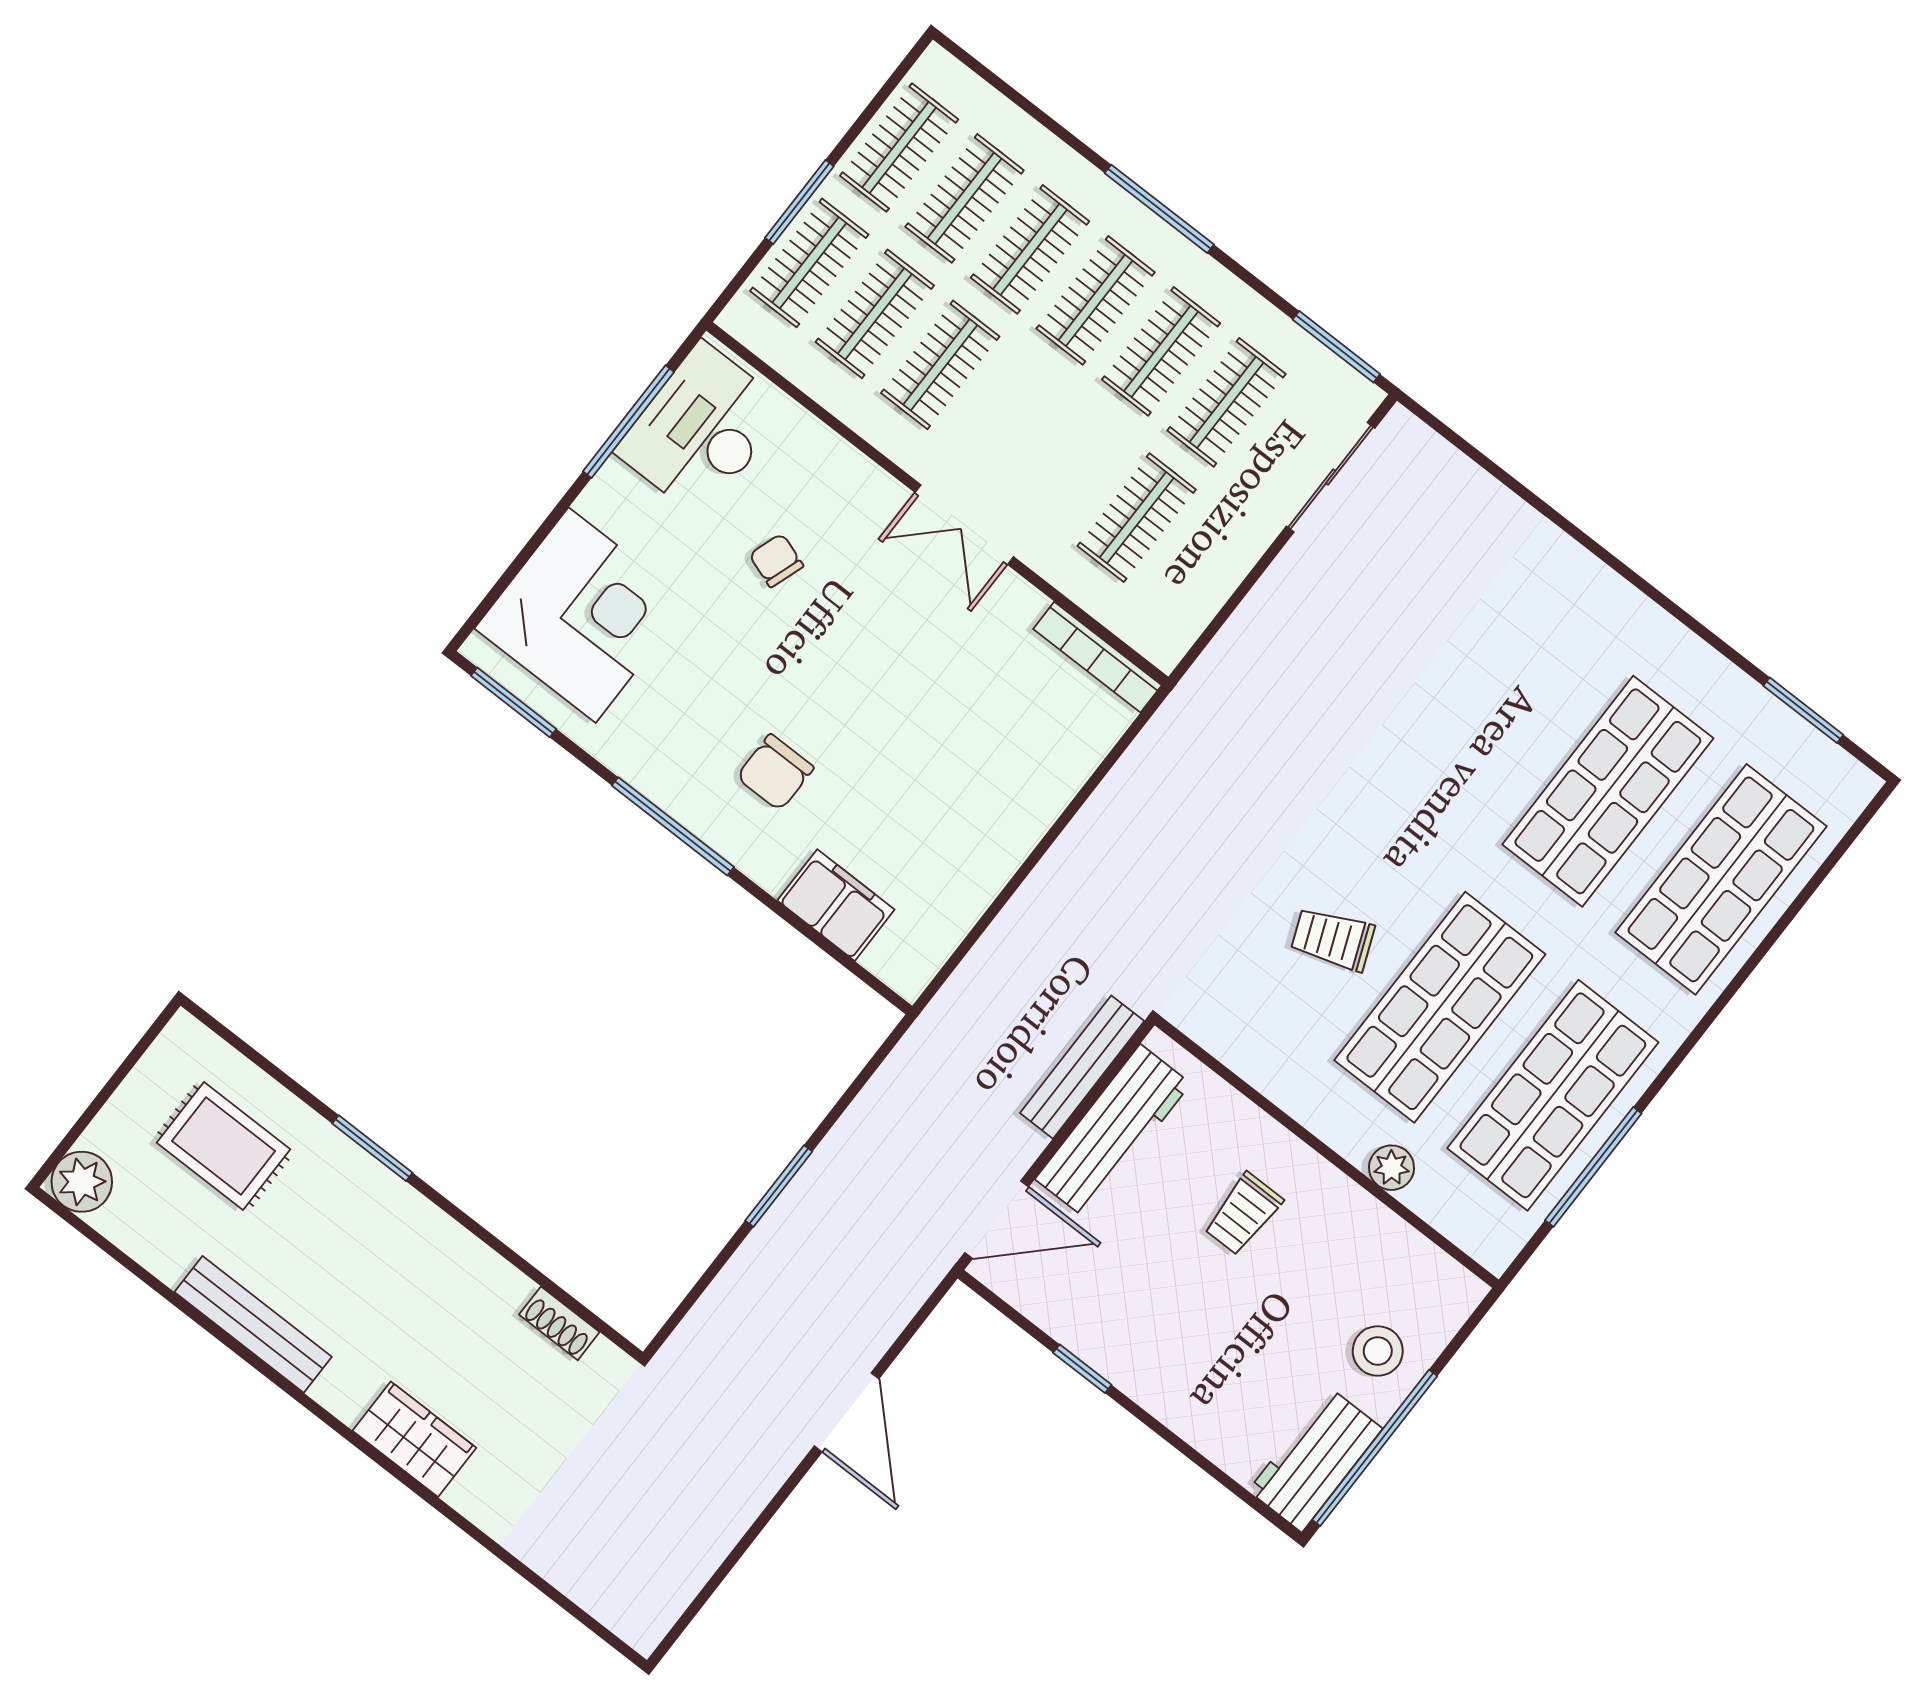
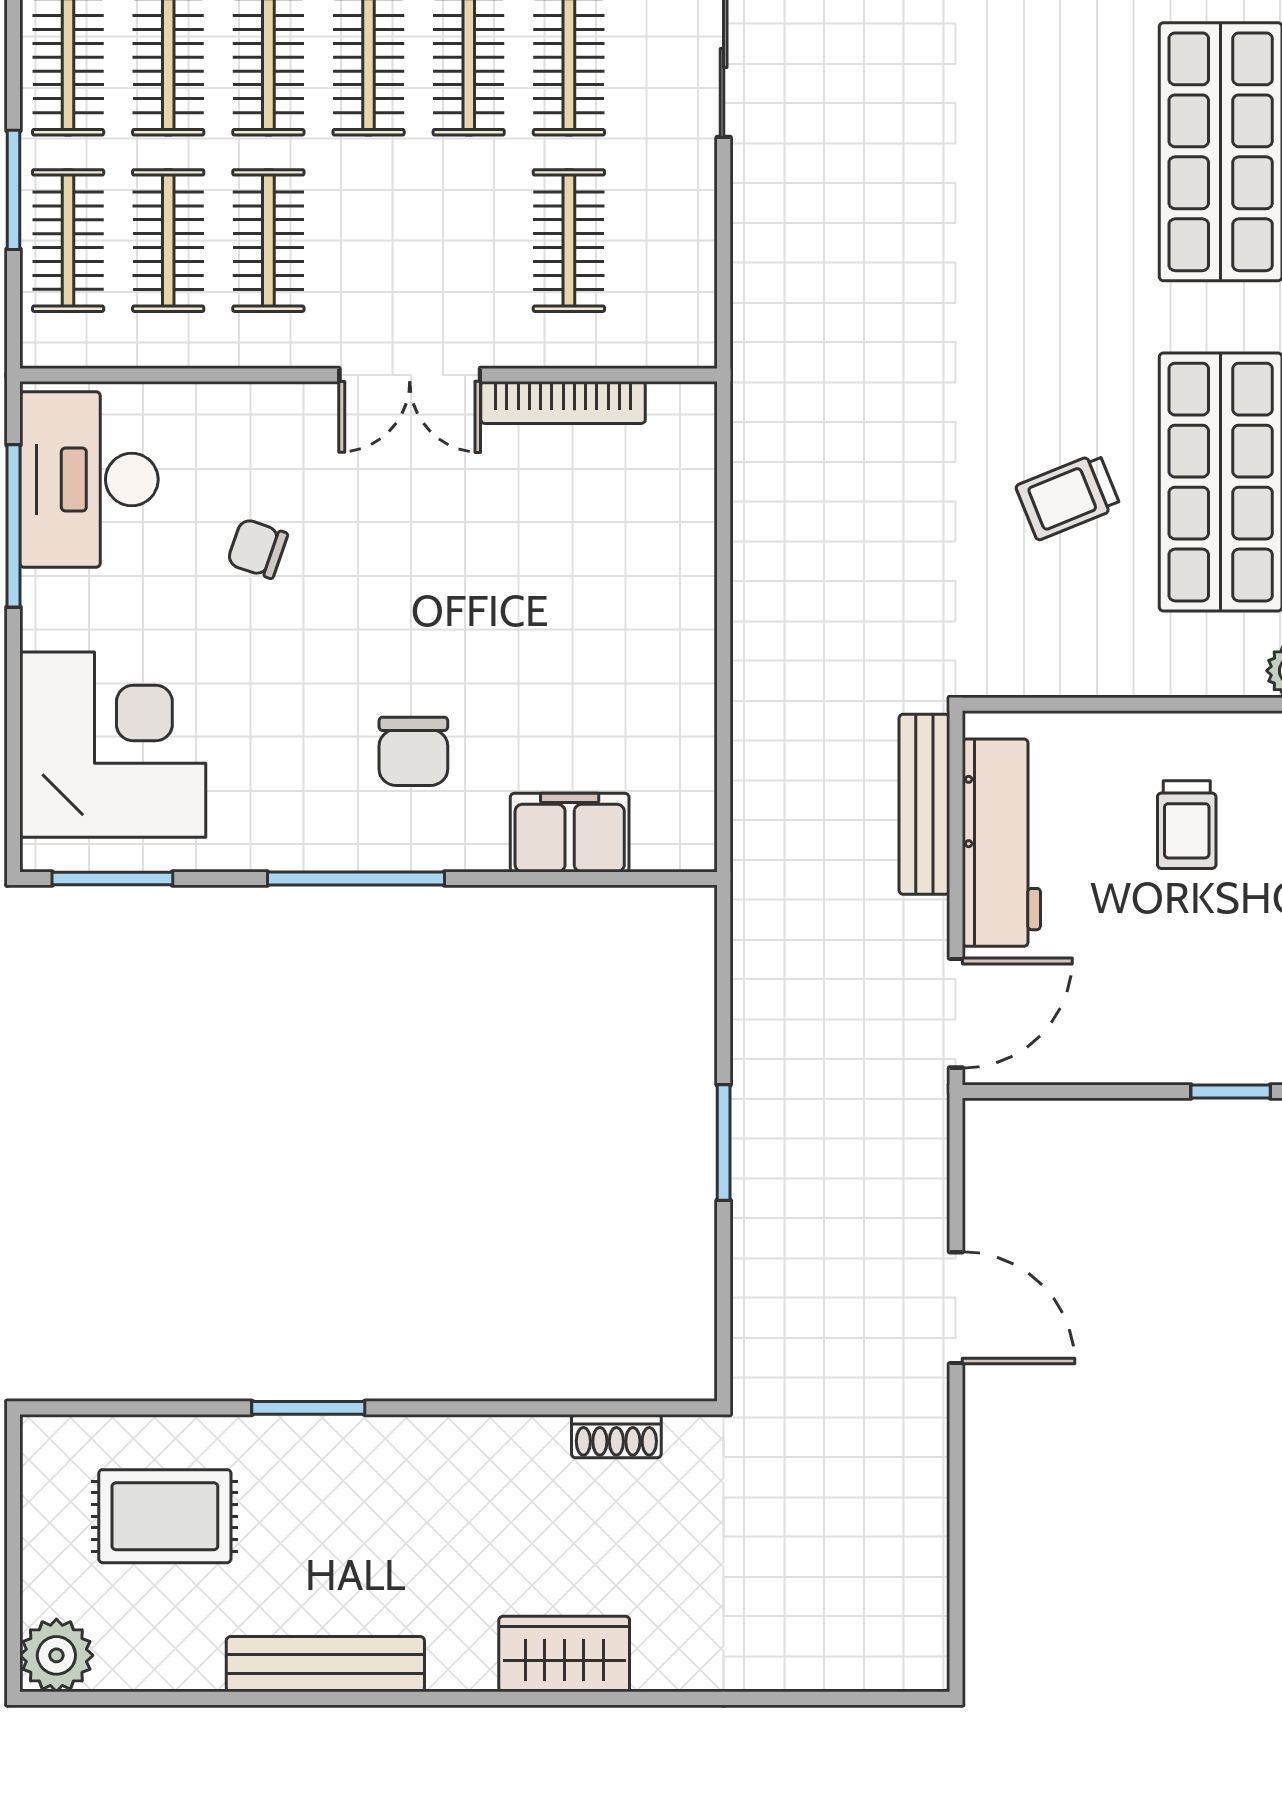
bookcase: (1097, 657) -> (563, 402), moved
window: (1082, 1369) -> (1231, 1092), moved

